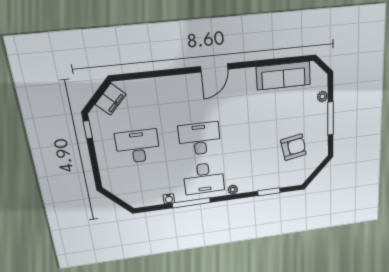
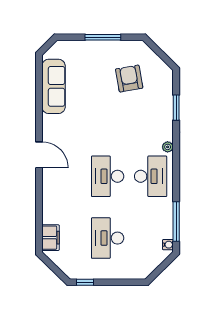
plant: (322, 97) -> (79, 46), removed
filing cabinet: (111, 99) -> (51, 238), moved, turned 46
water cooler: (169, 199) -> (168, 245), moved
window: (191, 203) -> (176, 222), moved

